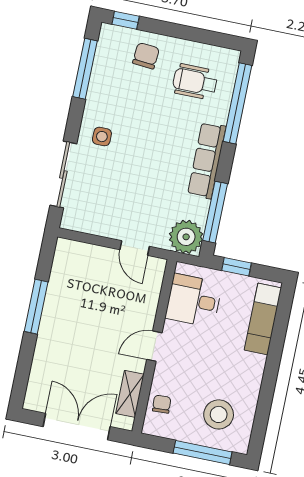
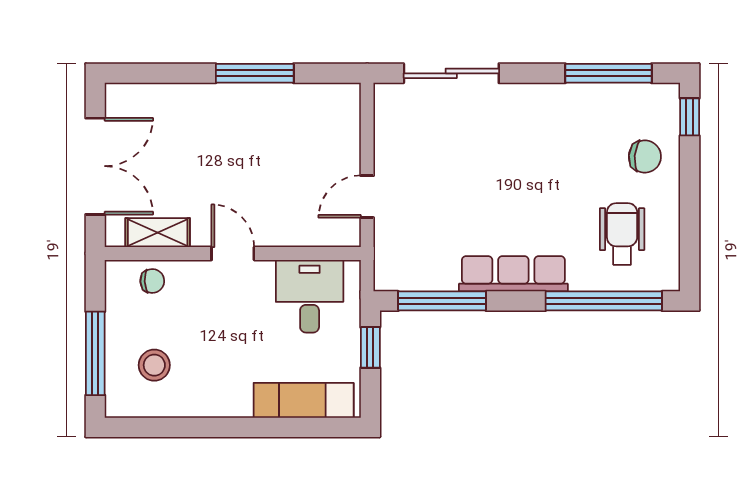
side table: (102, 137) -> (517, 117), removed
plant: (186, 237) -> (398, 267), removed
stool: (219, 414) -> (154, 365), width x0.73, depth x0.73

